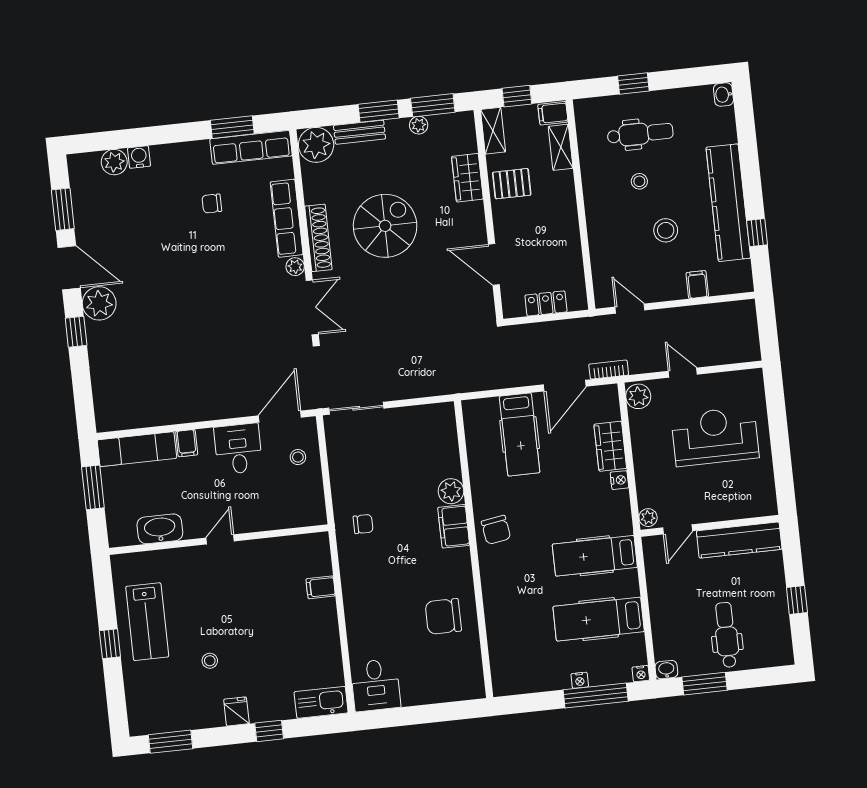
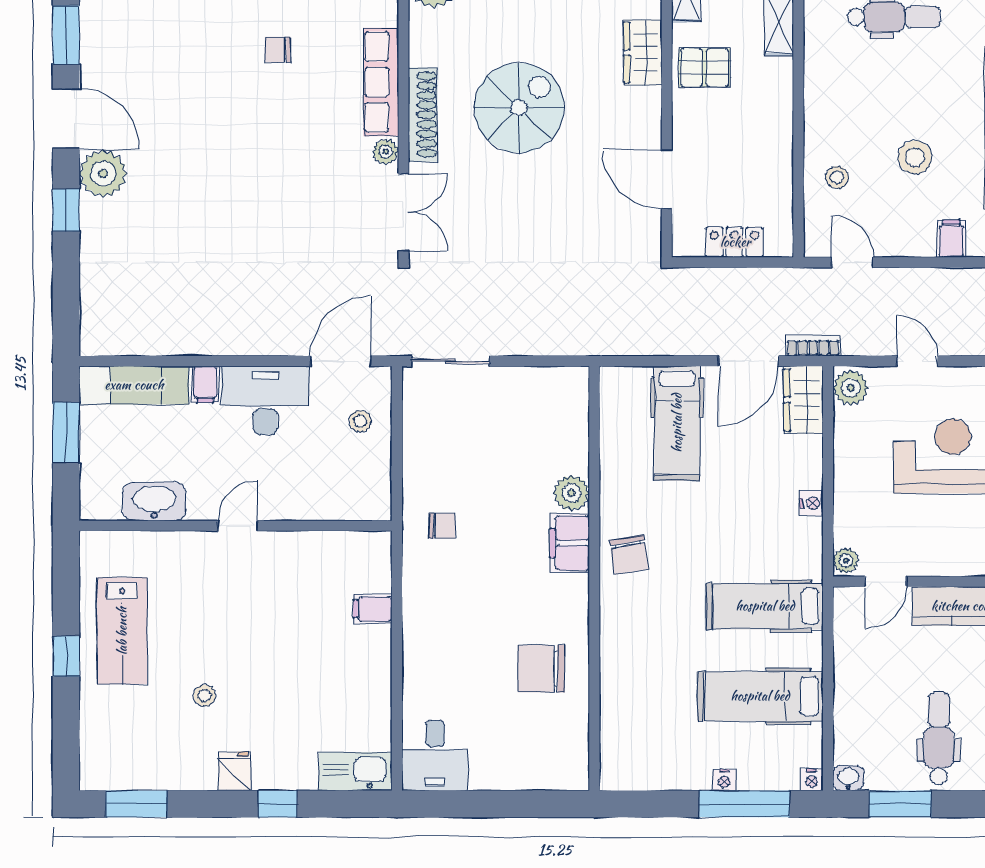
stool: (639, 181) -> (837, 177), moved
wardrobe: (610, 446) -> (803, 400), moved
desk: (238, 449) -> (265, 400), width x1.37

